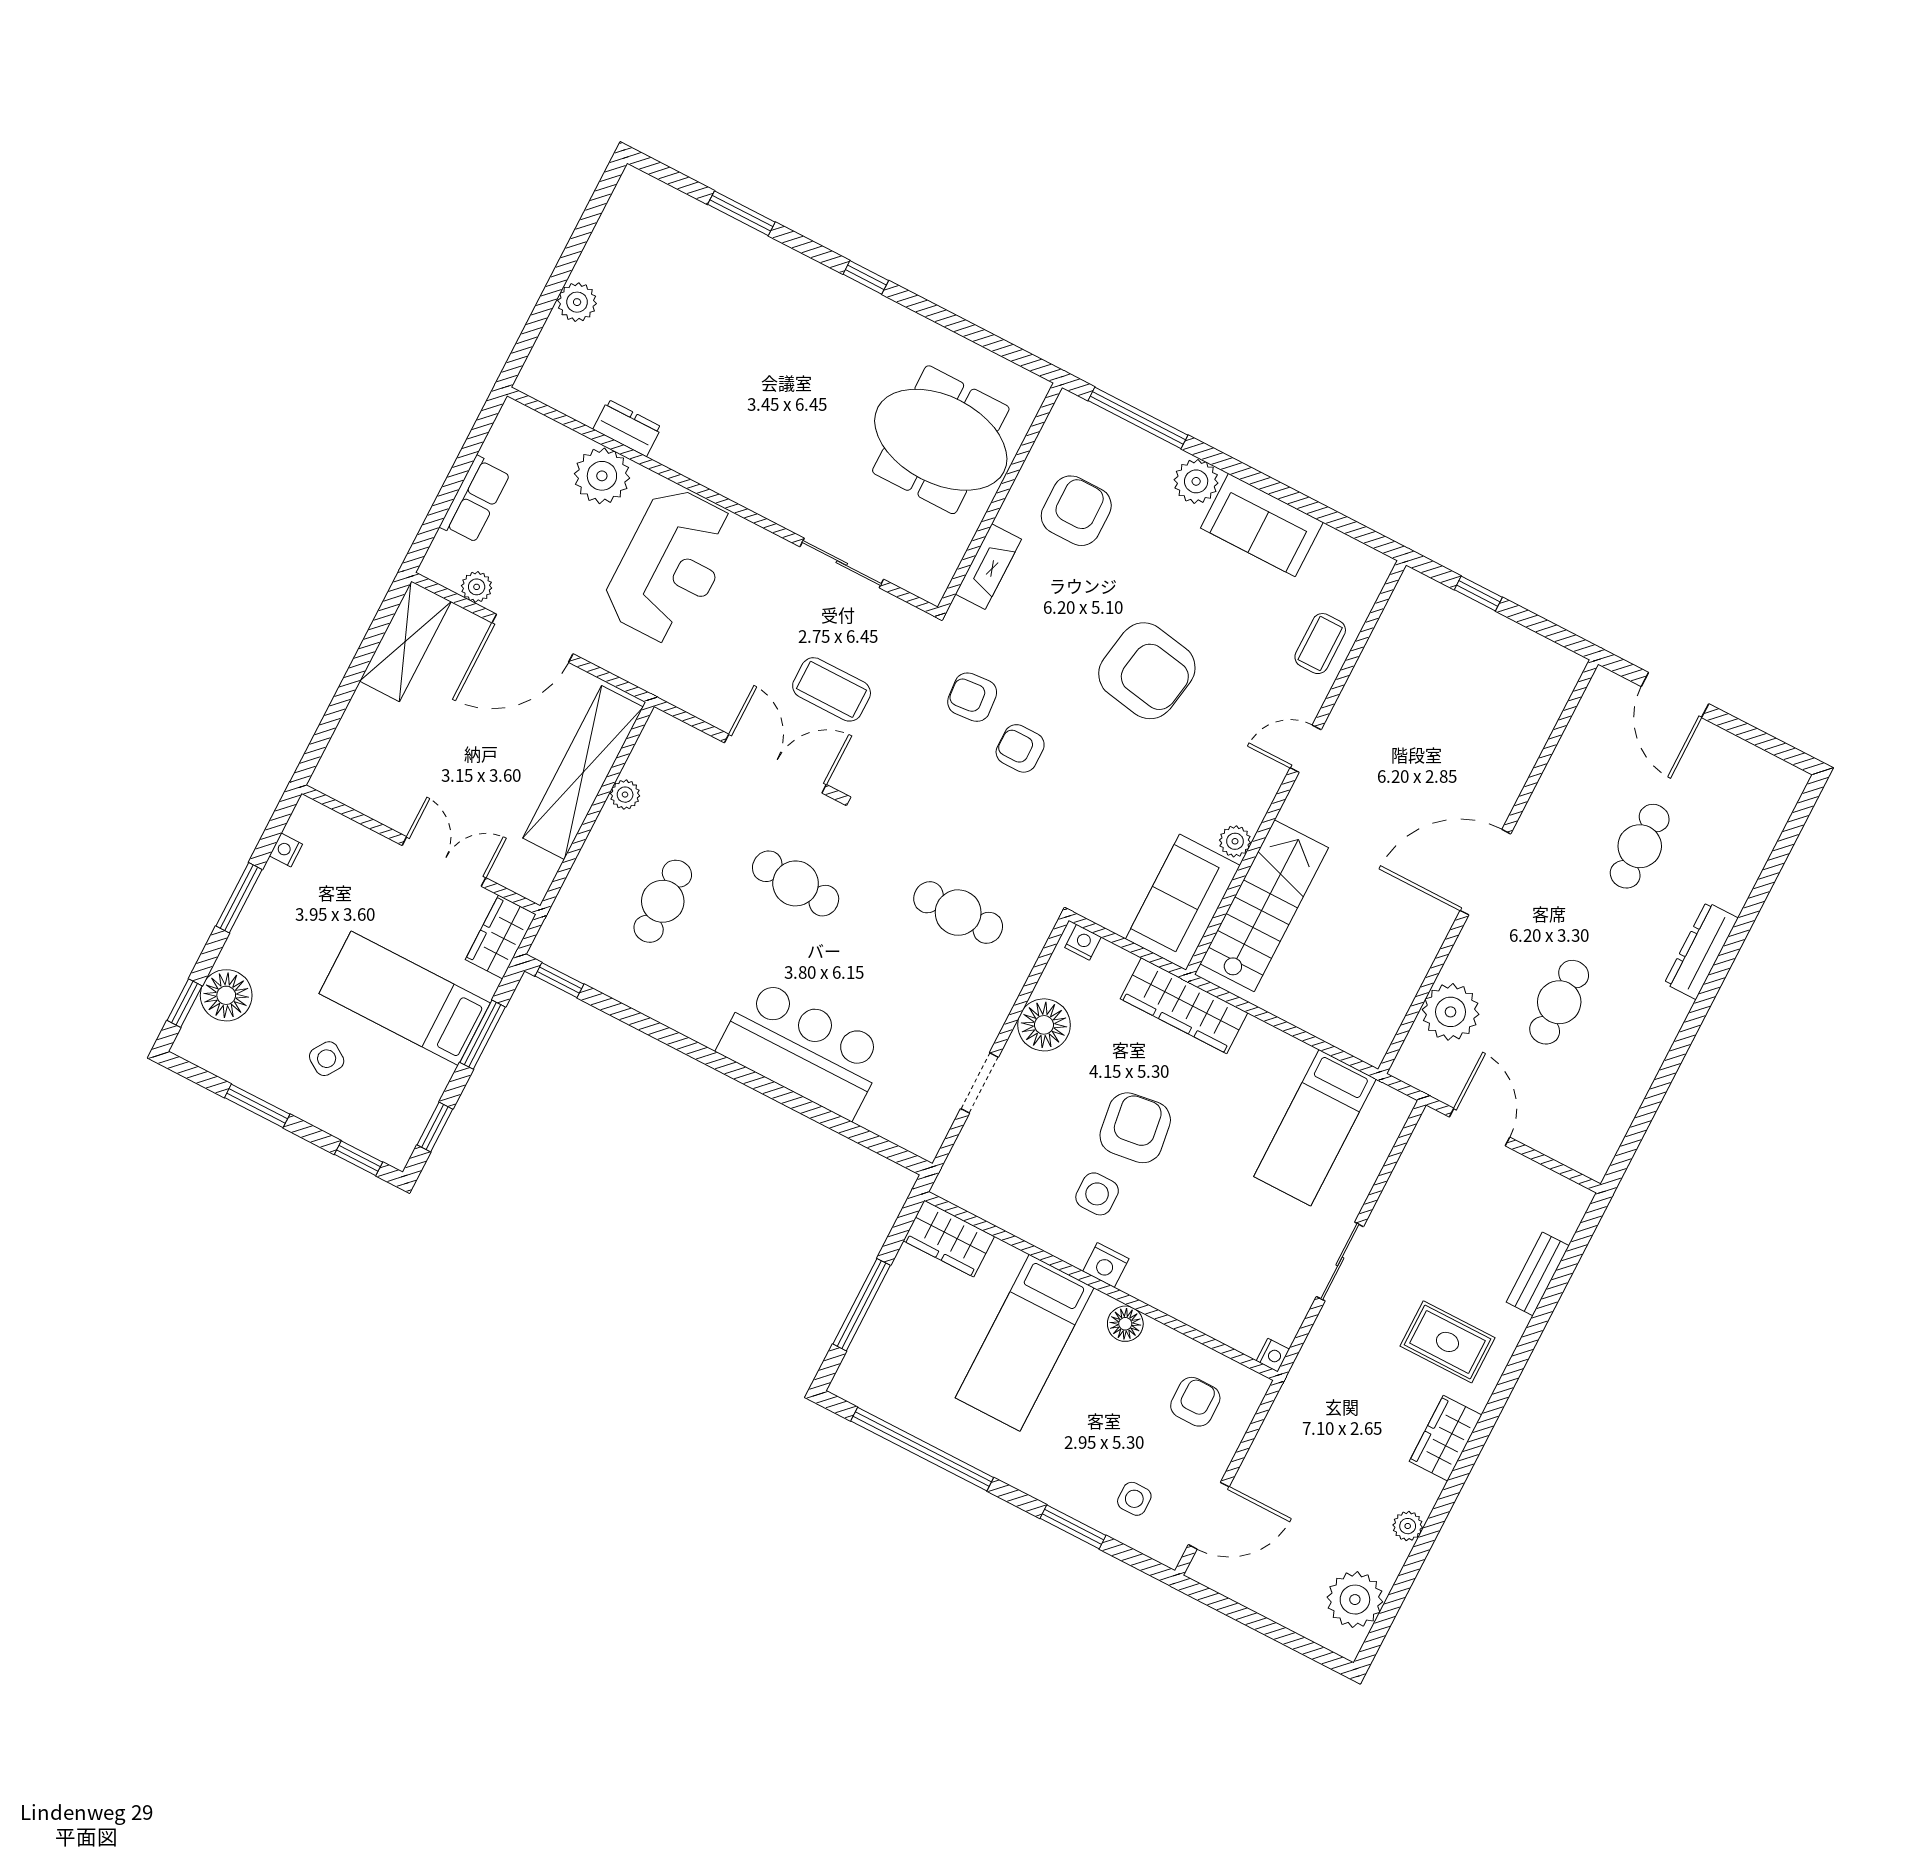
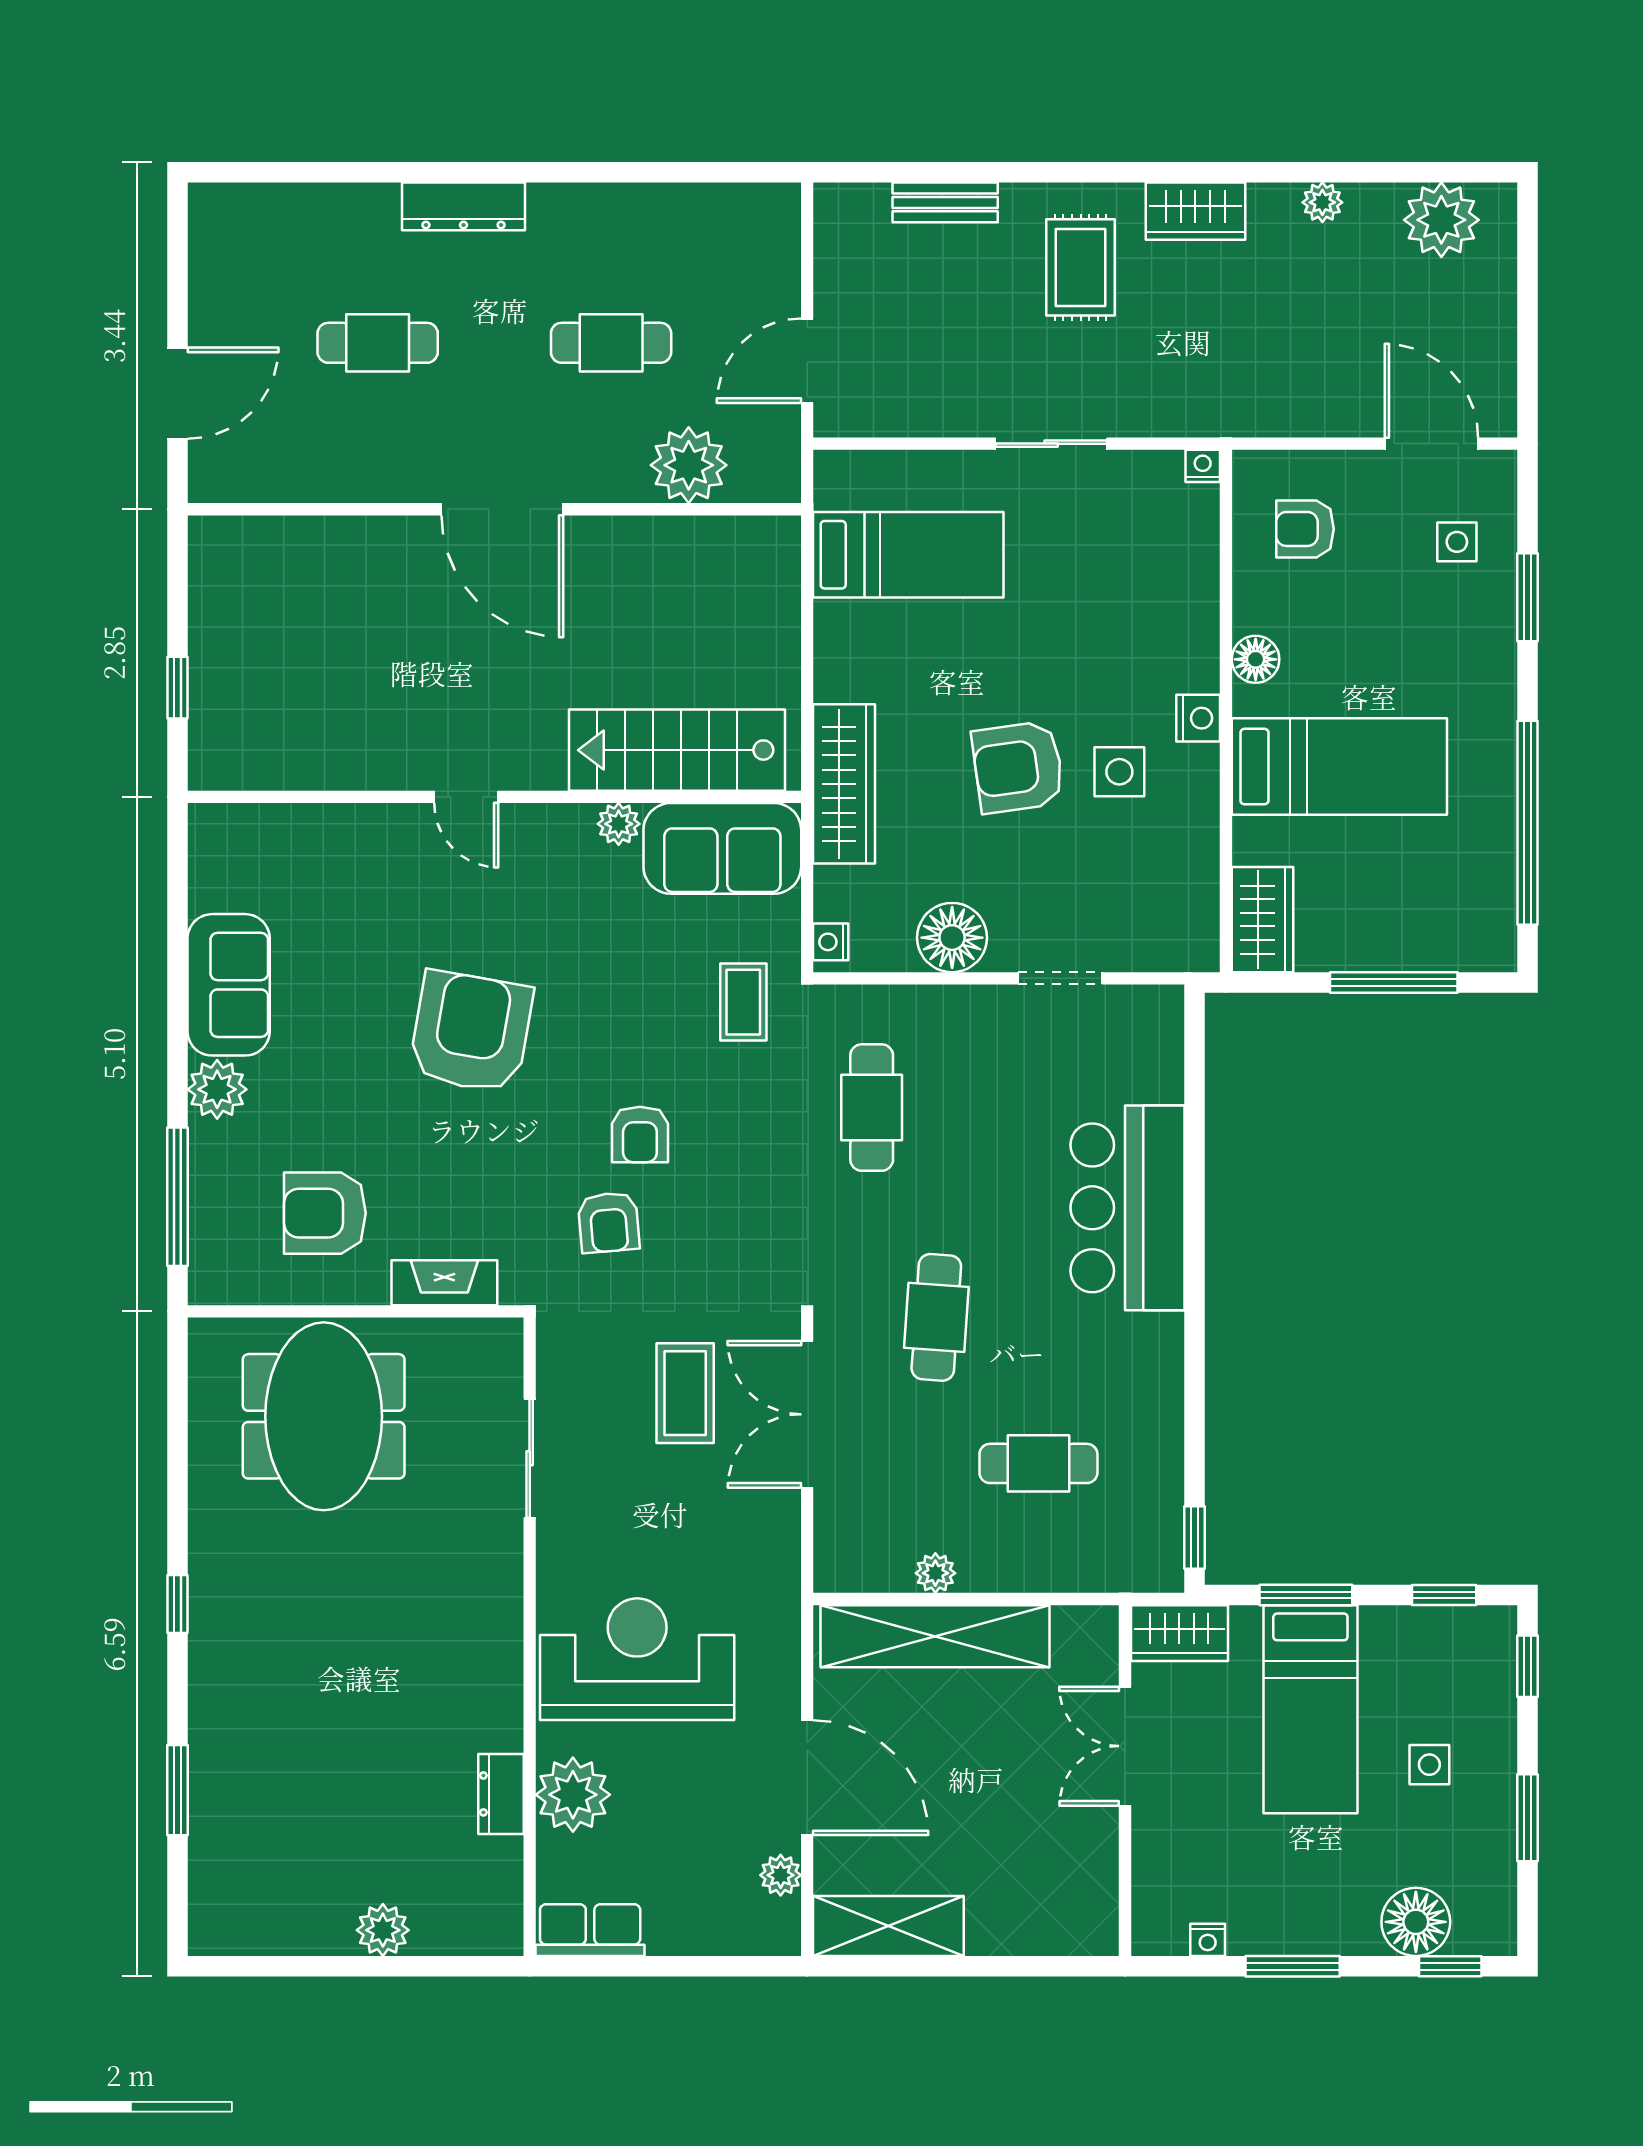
row of seats: (475, 500) -> (590, 1930), moved
coffee table: (1320, 644) -> (743, 1002), moved, turned 90
side table: (327, 1059) -> (1429, 1765), turned -33

